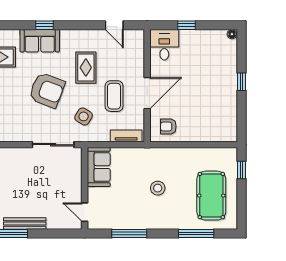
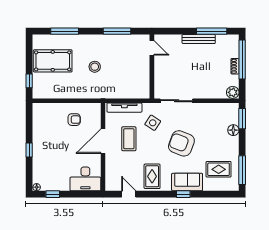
window: (186, 25) -> (53, 194), moved
desk: (164, 45) -> (85, 179), width x1.37
rug: (86, 68) -> (152, 176), moved
armchair: (168, 127) -> (74, 120), moved
tv unit: (126, 136) -> (124, 108), width x1.41
sofa: (99, 167) -> (141, 83), removed
pool table: (211, 196) -> (53, 61), turned 90

